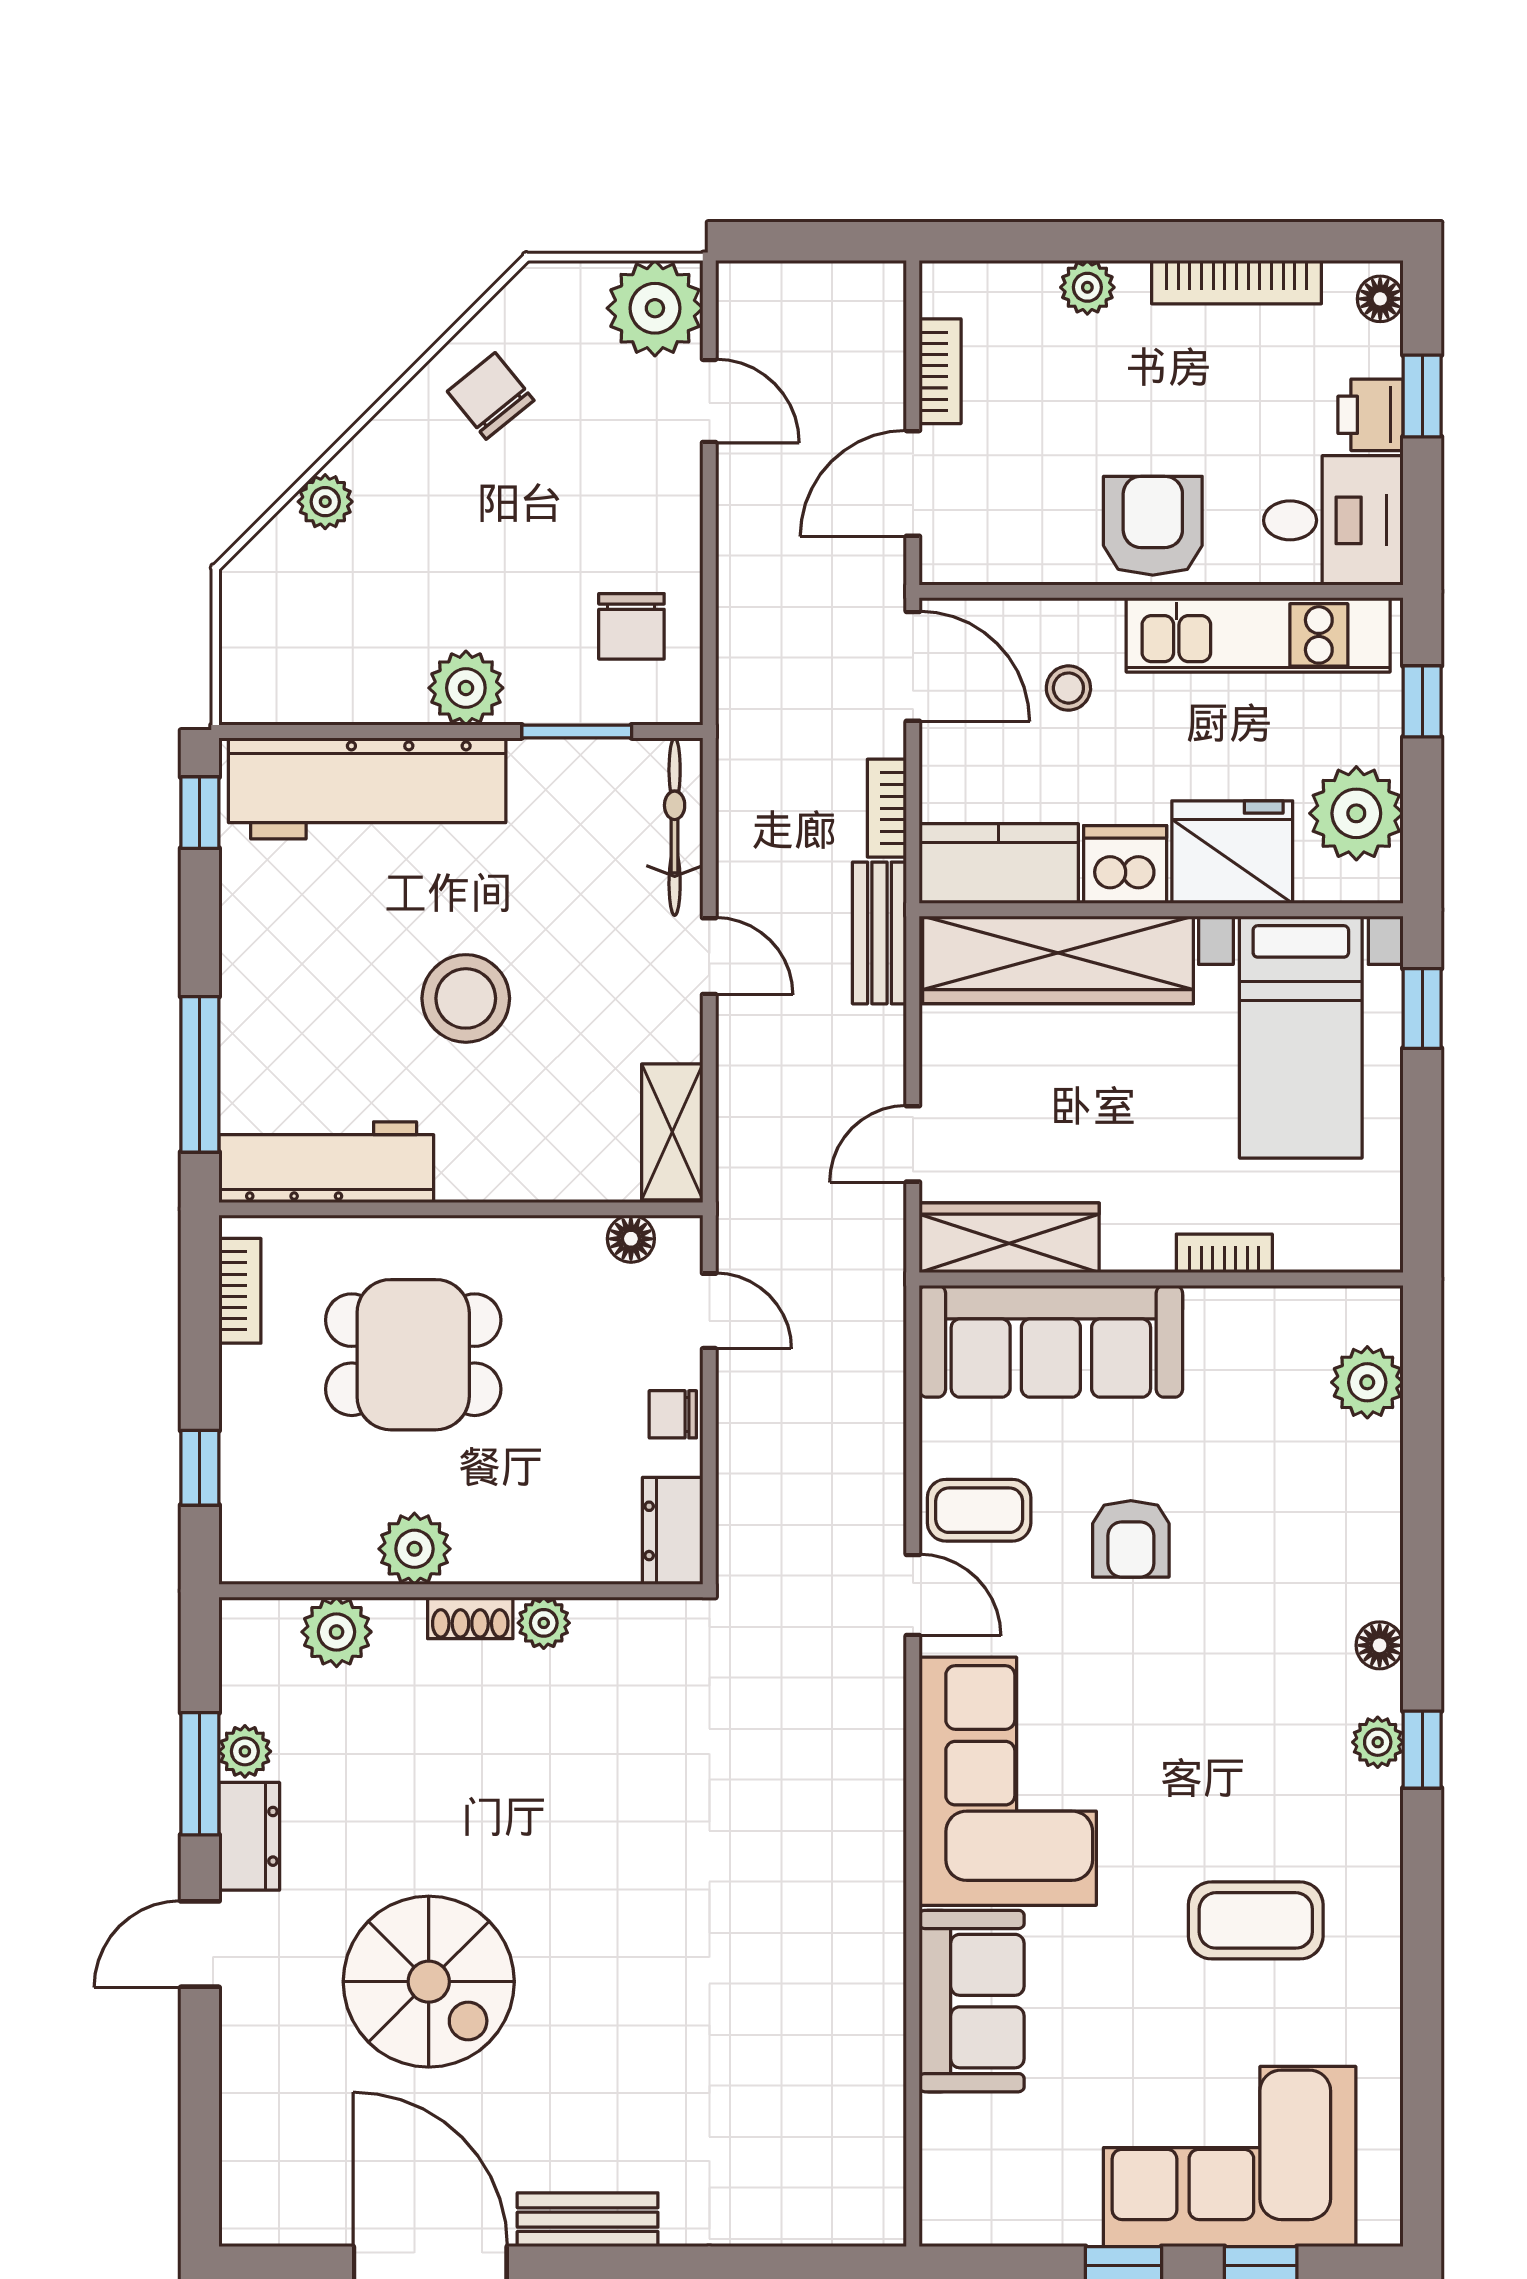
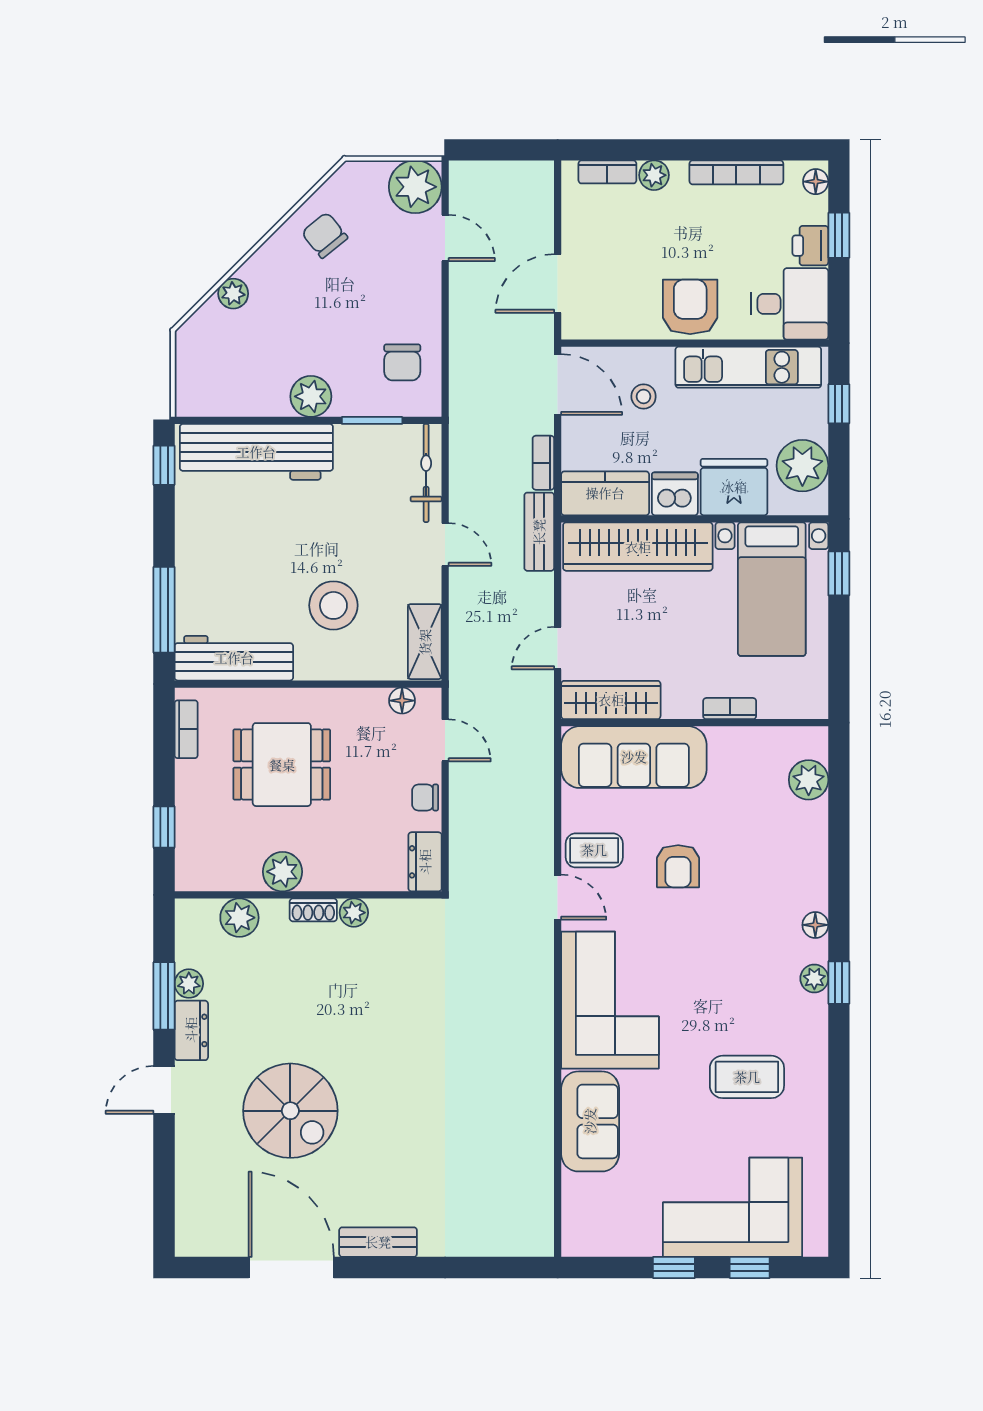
bookcase: (940, 371) -> (607, 172), moved, turned 90
stool: (466, 998) -> (333, 605), moved

